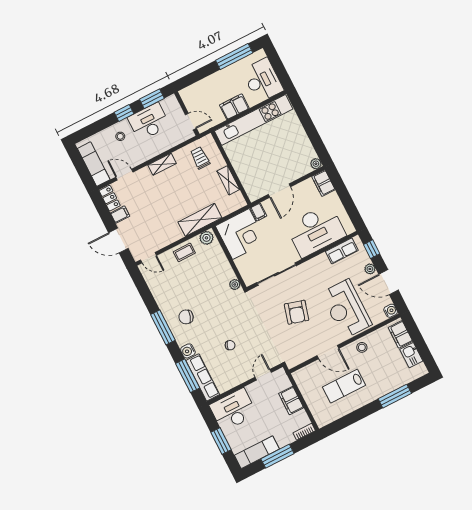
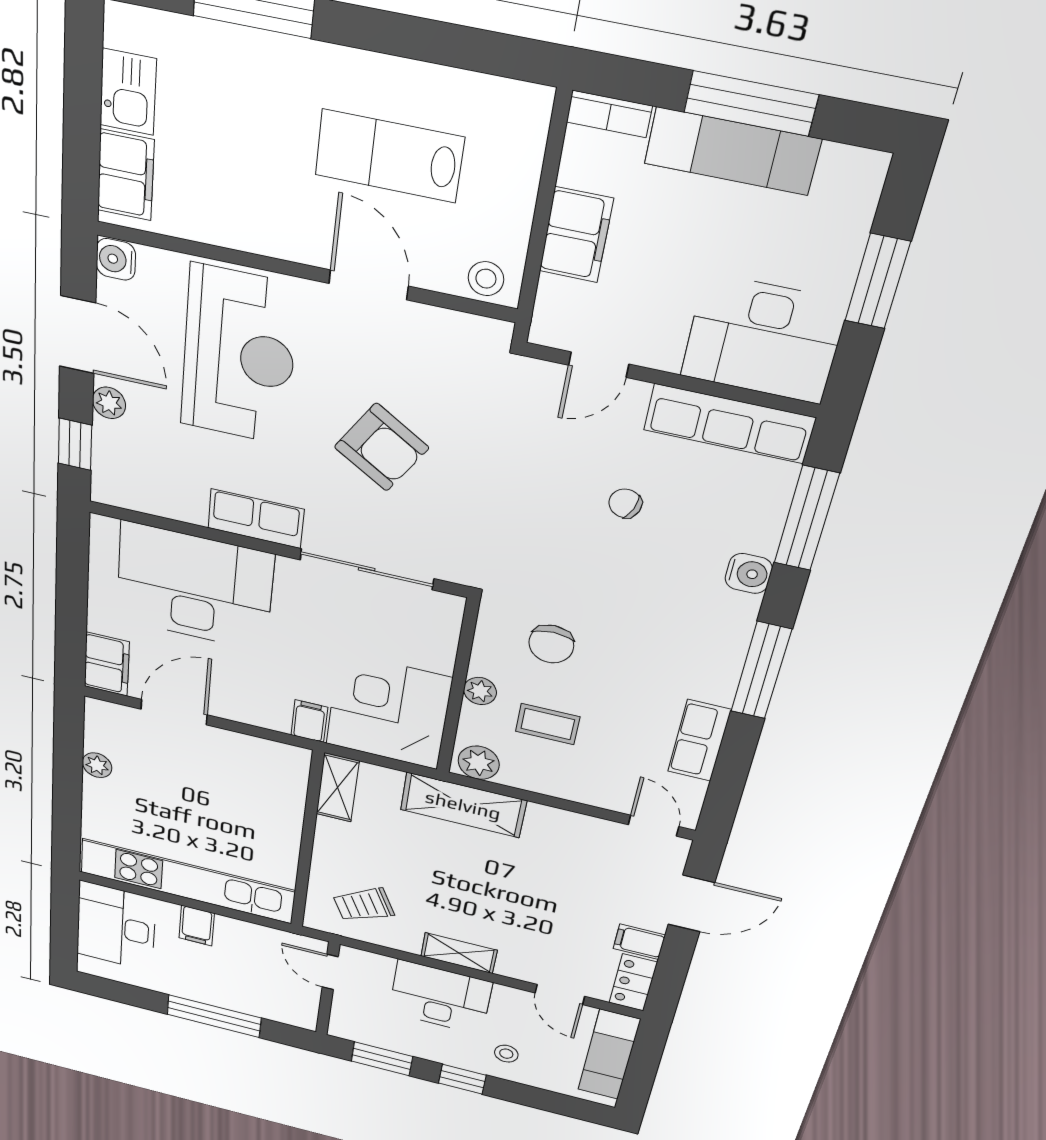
window: (234, 57) -> (214, 1016), moved
filing cabinet: (234, 107) -> (197, 926), width x0.50
desk: (149, 122) -> (440, 997), moved, turned 180
trolley: (200, 158) -> (363, 905), turned 63
plant: (316, 164) -> (97, 765), moved
shelving: (228, 180) -> (338, 788), moved
door: (279, 191) -> (174, 712), moved
door: (118, 241) -> (691, 904), hinge flipped
row of seats: (342, 251) -> (256, 519), moved
coffee table: (184, 252) -> (548, 724), moved
plant: (235, 284) -> (480, 691), moved
row of seats: (160, 294) -> (699, 741), added
armchair: (297, 312) -> (381, 447), turned 106
chair: (186, 317) -> (551, 644), moved, turned 71
stool: (362, 347) -> (486, 279), moved
row of seats: (203, 377) -> (729, 424), moved, turned -90
lab bench: (344, 386) -> (389, 156), turned 180
exam couch: (257, 452) -> (732, 151), moved

